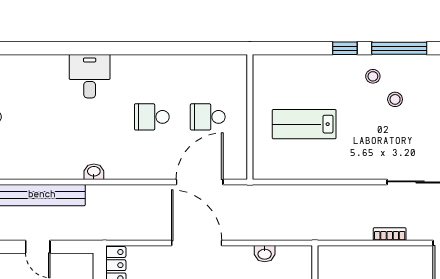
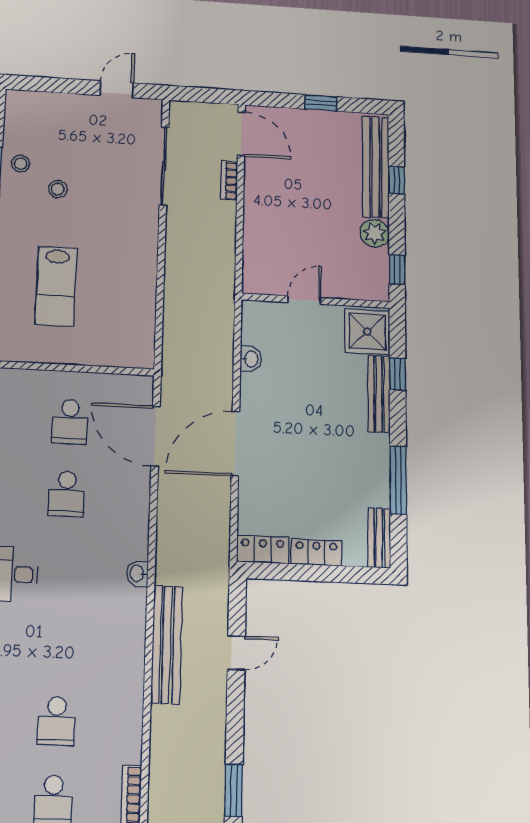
stool: (373, 76) -> (21, 164), moved
lab bench: (304, 124) -> (56, 286), moved
bookcase: (390, 234) -> (229, 181), moved

